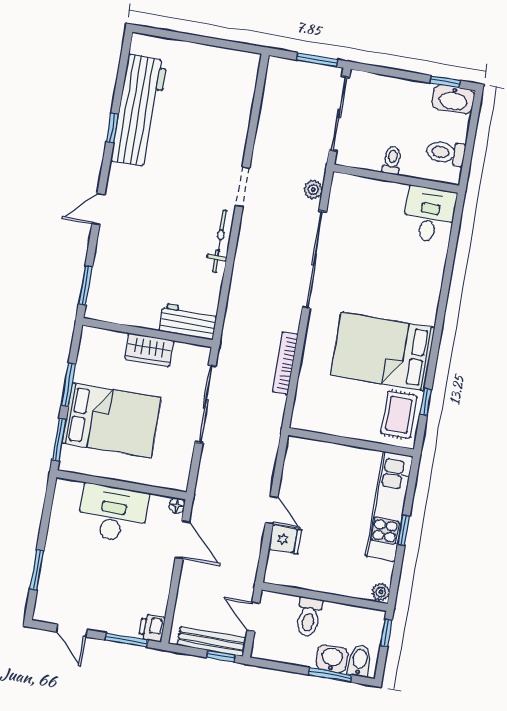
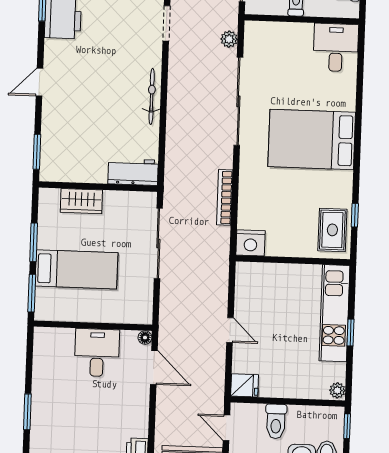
doorway: (243, 187) -> (166, 23), moved
wardrobe: (149, 350) -> (81, 201), moved
bed: (383, 351) -> (312, 139), moved
nightstand: (307, 417) -> (251, 243), added
bed: (112, 420) -> (76, 269), width x0.67
desk: (113, 513) -> (97, 353), width x0.73
fridge: (285, 539) -> (245, 385), moved

